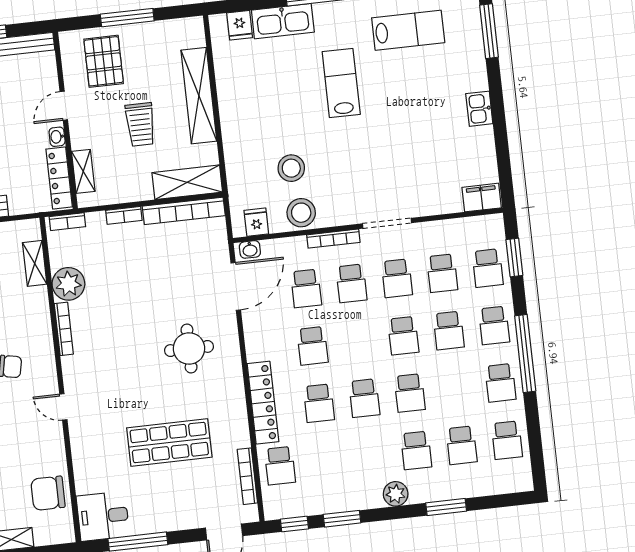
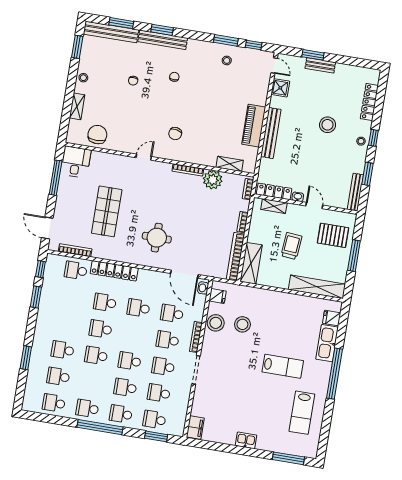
shelving: (199, 96) -> (317, 287), moved
trolley: (140, 124) -> (291, 246), turned 95
plant: (396, 494) -> (41, 331), removed

